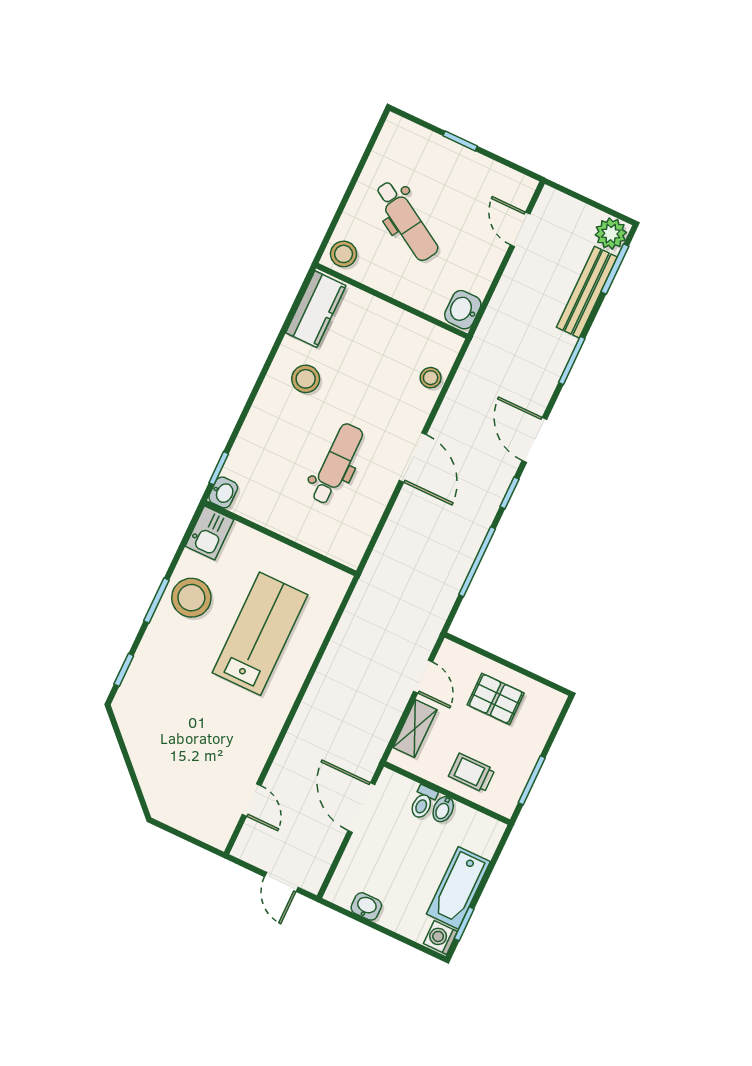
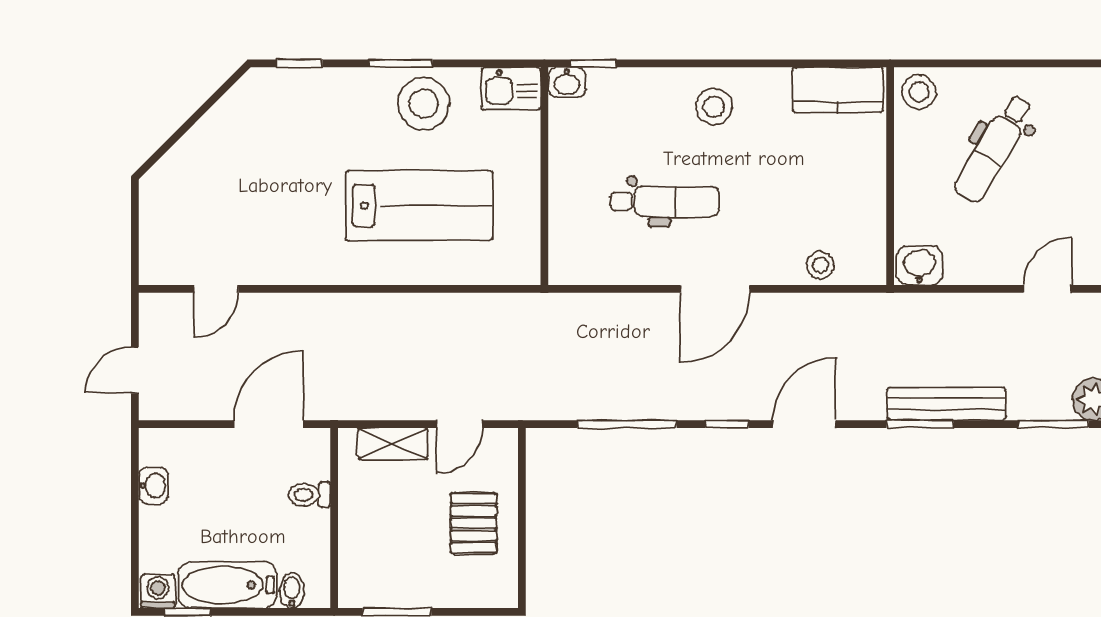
bench: (587, 292) -> (947, 404), moved
stool: (306, 379) -> (714, 107), moved
trolley: (472, 773) -> (372, 536), removed
bidet: (443, 809) -> (292, 591), moved, turned 90

